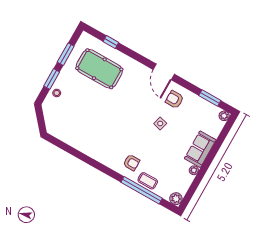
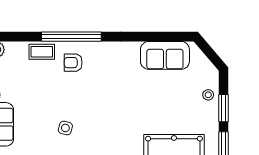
sofa: (70, 134) -> (165, 55), added
window: (142, 190) -> (71, 37), moved

